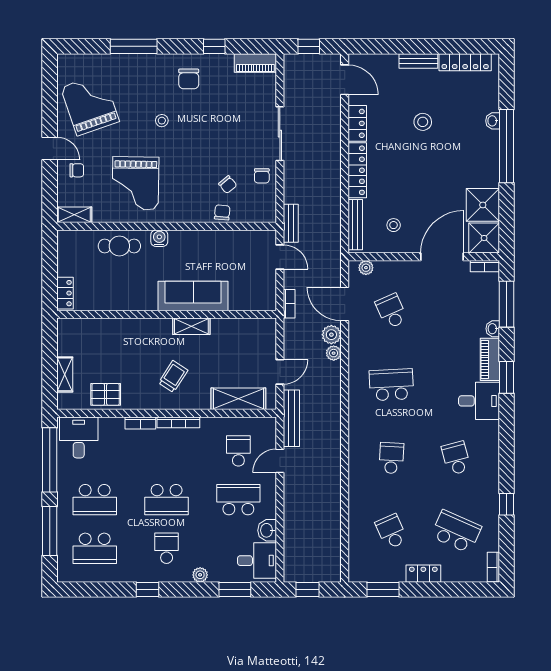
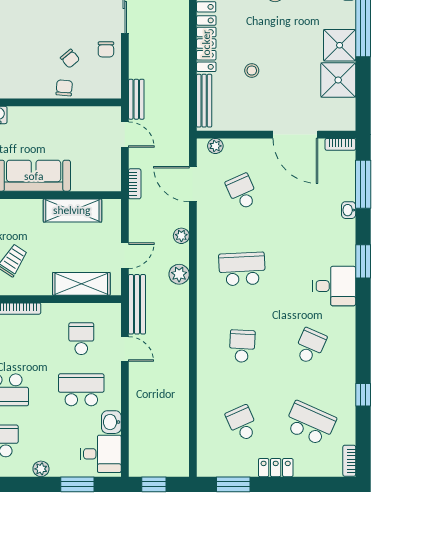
stool: (394, 225) -> (252, 71), moved
shower: (484, 238) -> (340, 45), moved
door: (442, 257) -> (295, 135), swing flipped
shelving: (191, 326) -> (72, 210), moved, width x1.50, depth x1.33
plant: (331, 335) -> (179, 274), moved
piano: (490, 359) -> (346, 242), removed
school desk: (456, 458) -> (310, 346), turned 39
door: (280, 461) -> (125, 349), swing flipped

